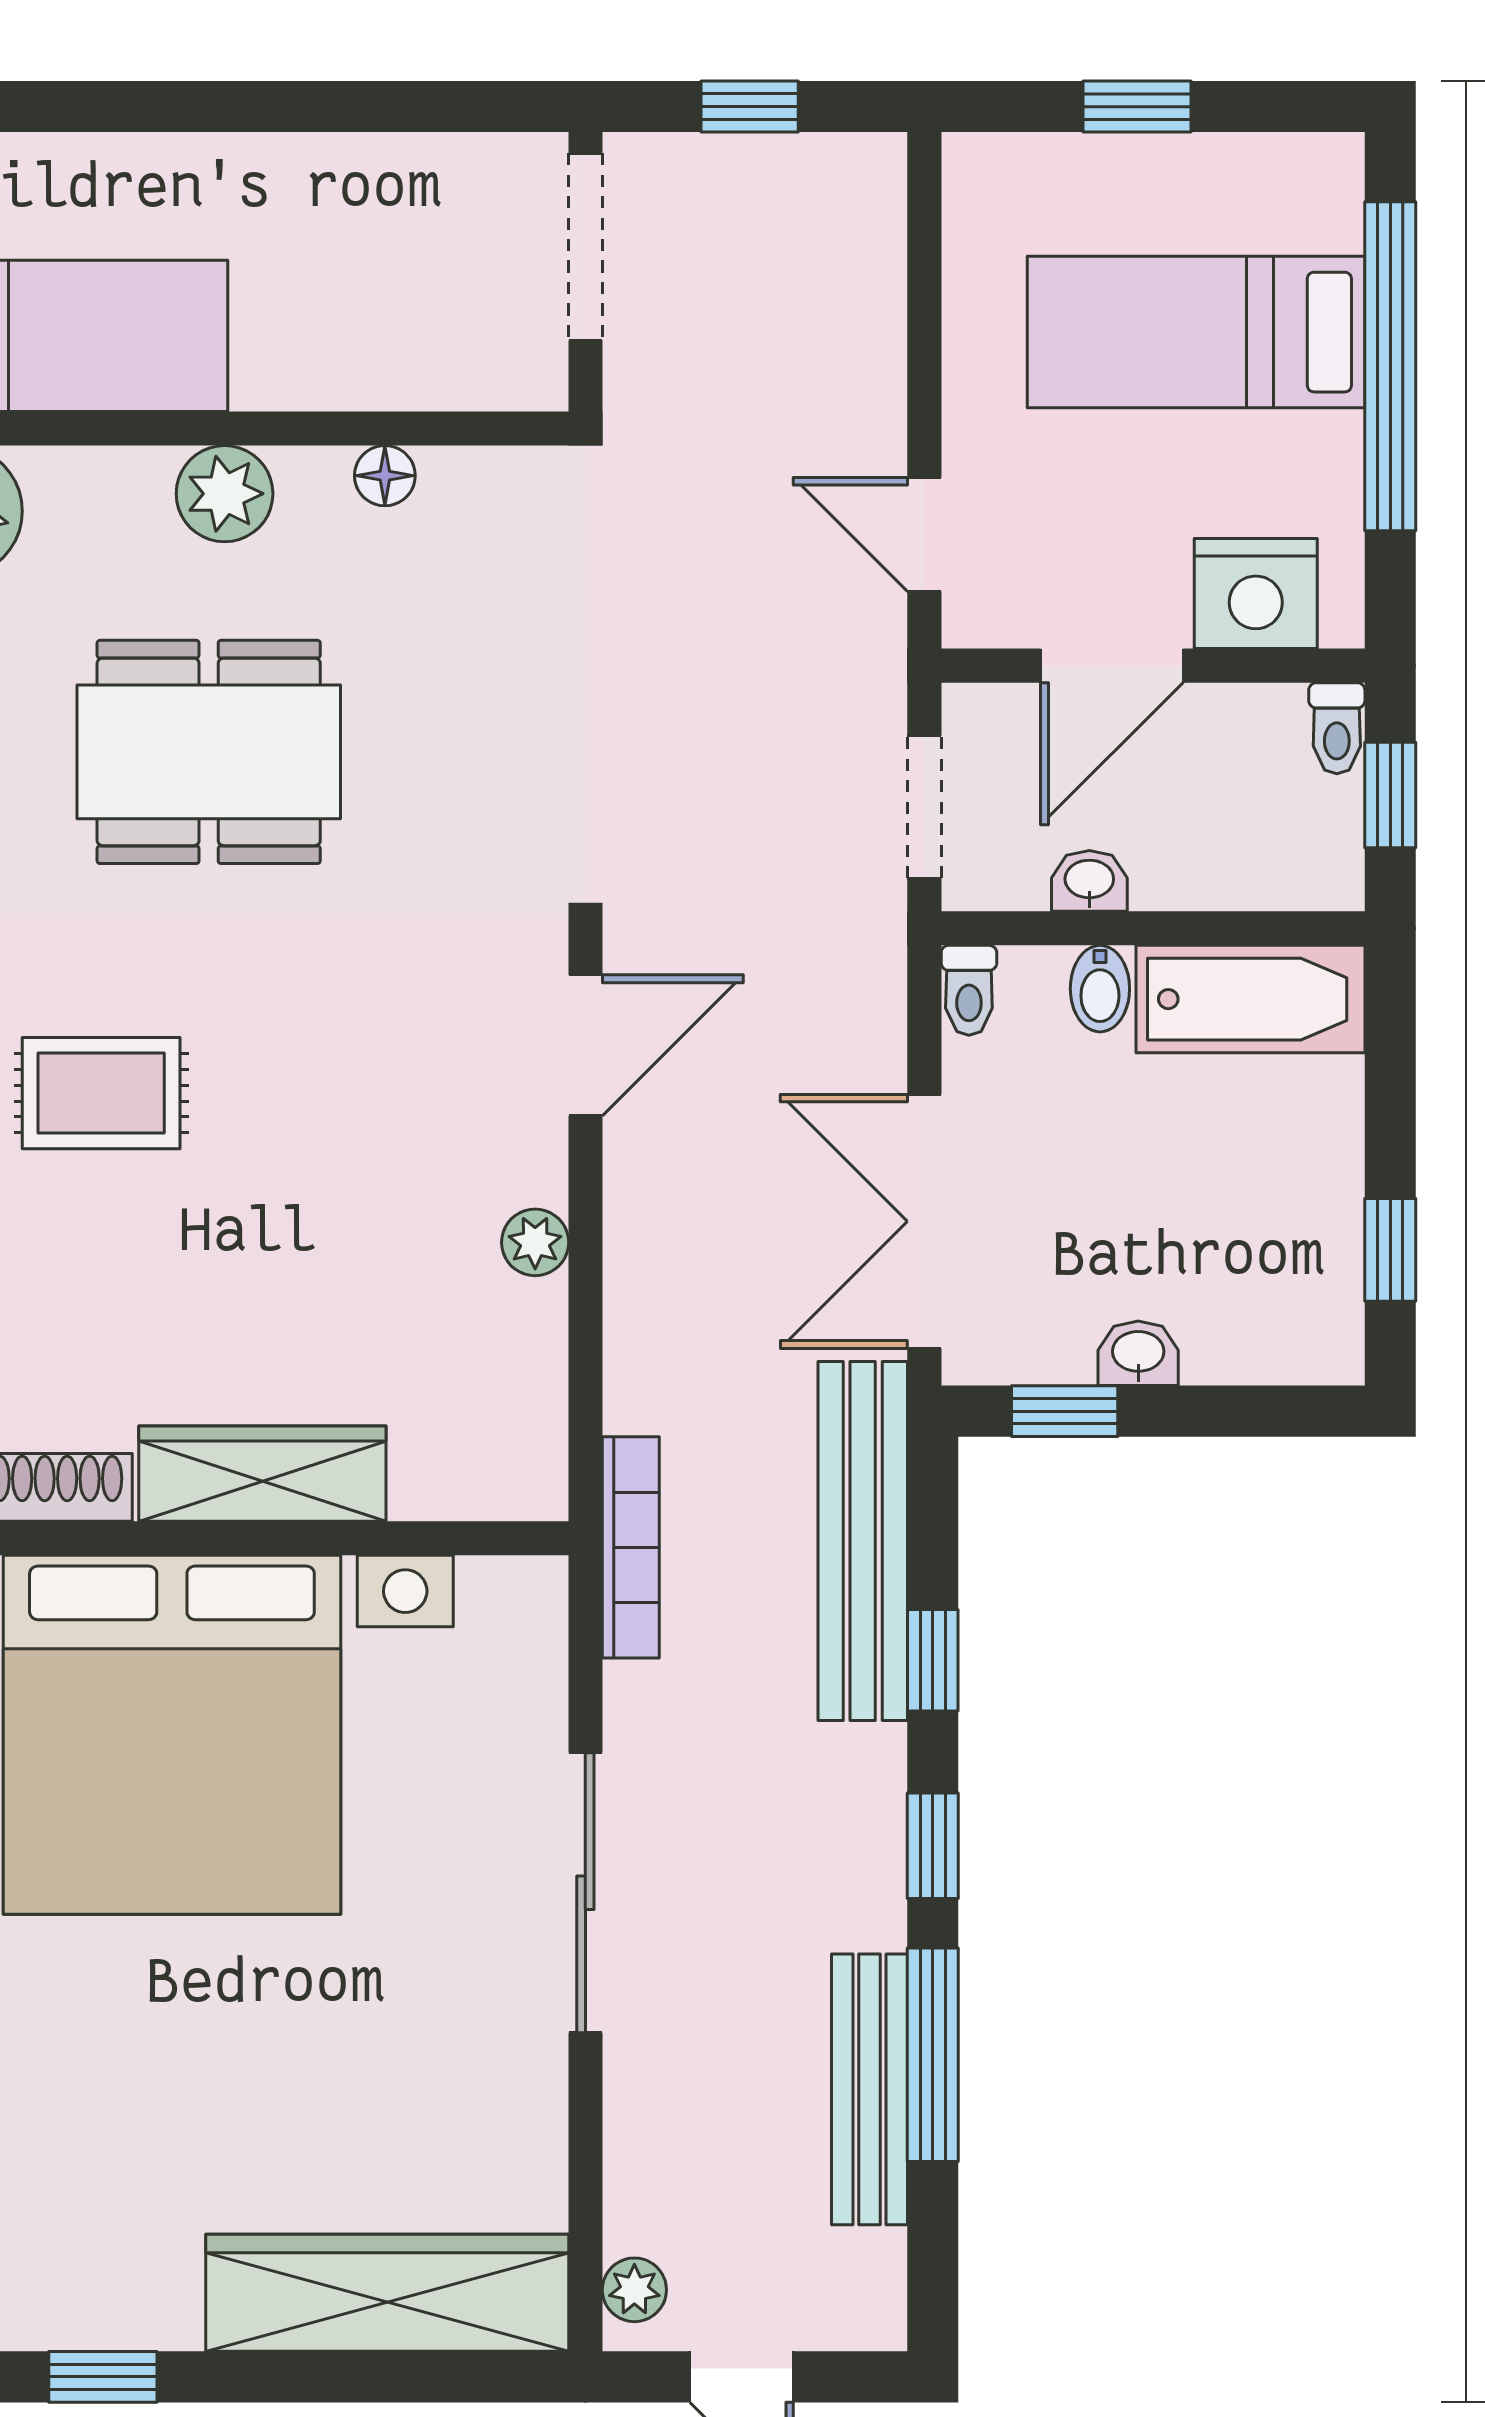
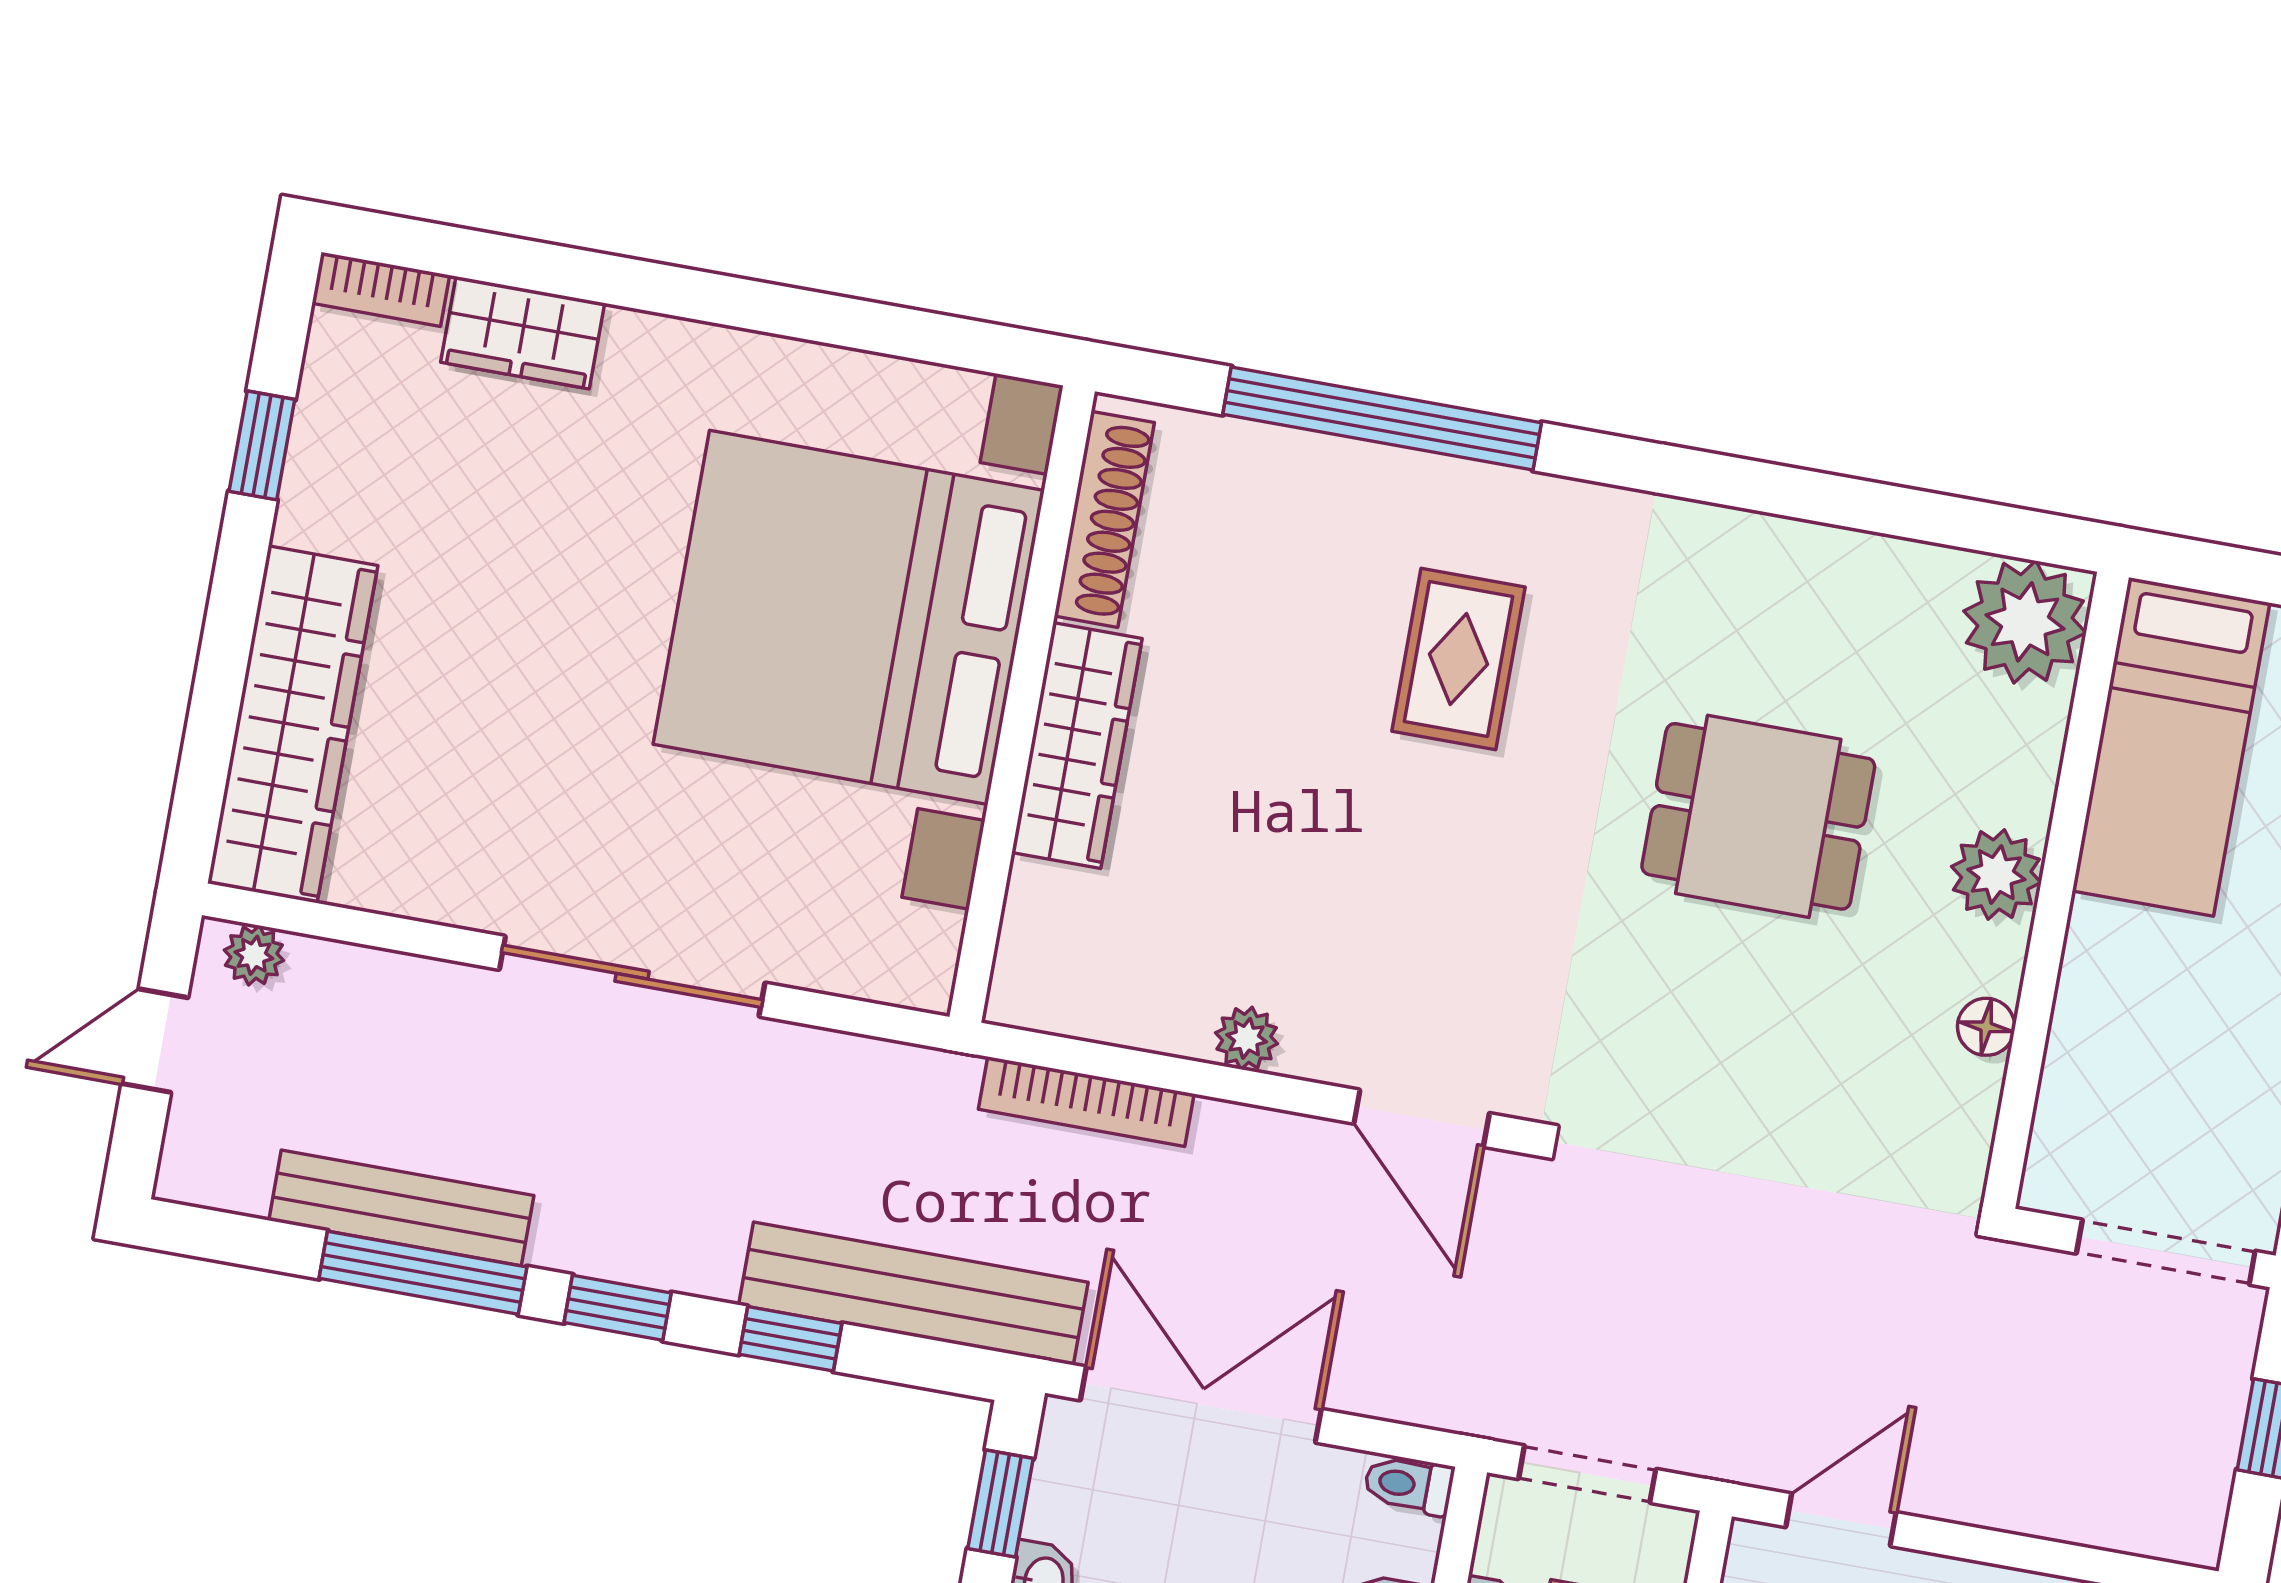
dining table: (209, 752) -> (1758, 816), width x0.73
bookcase: (631, 1547) -> (1086, 1102), moved

